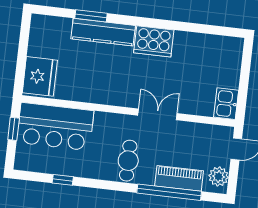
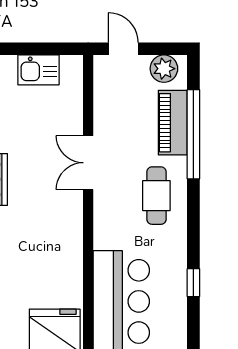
kitchen sink: (226, 104) -> (39, 70), moved
cafe table: (128, 161) -> (156, 196), turned 90

